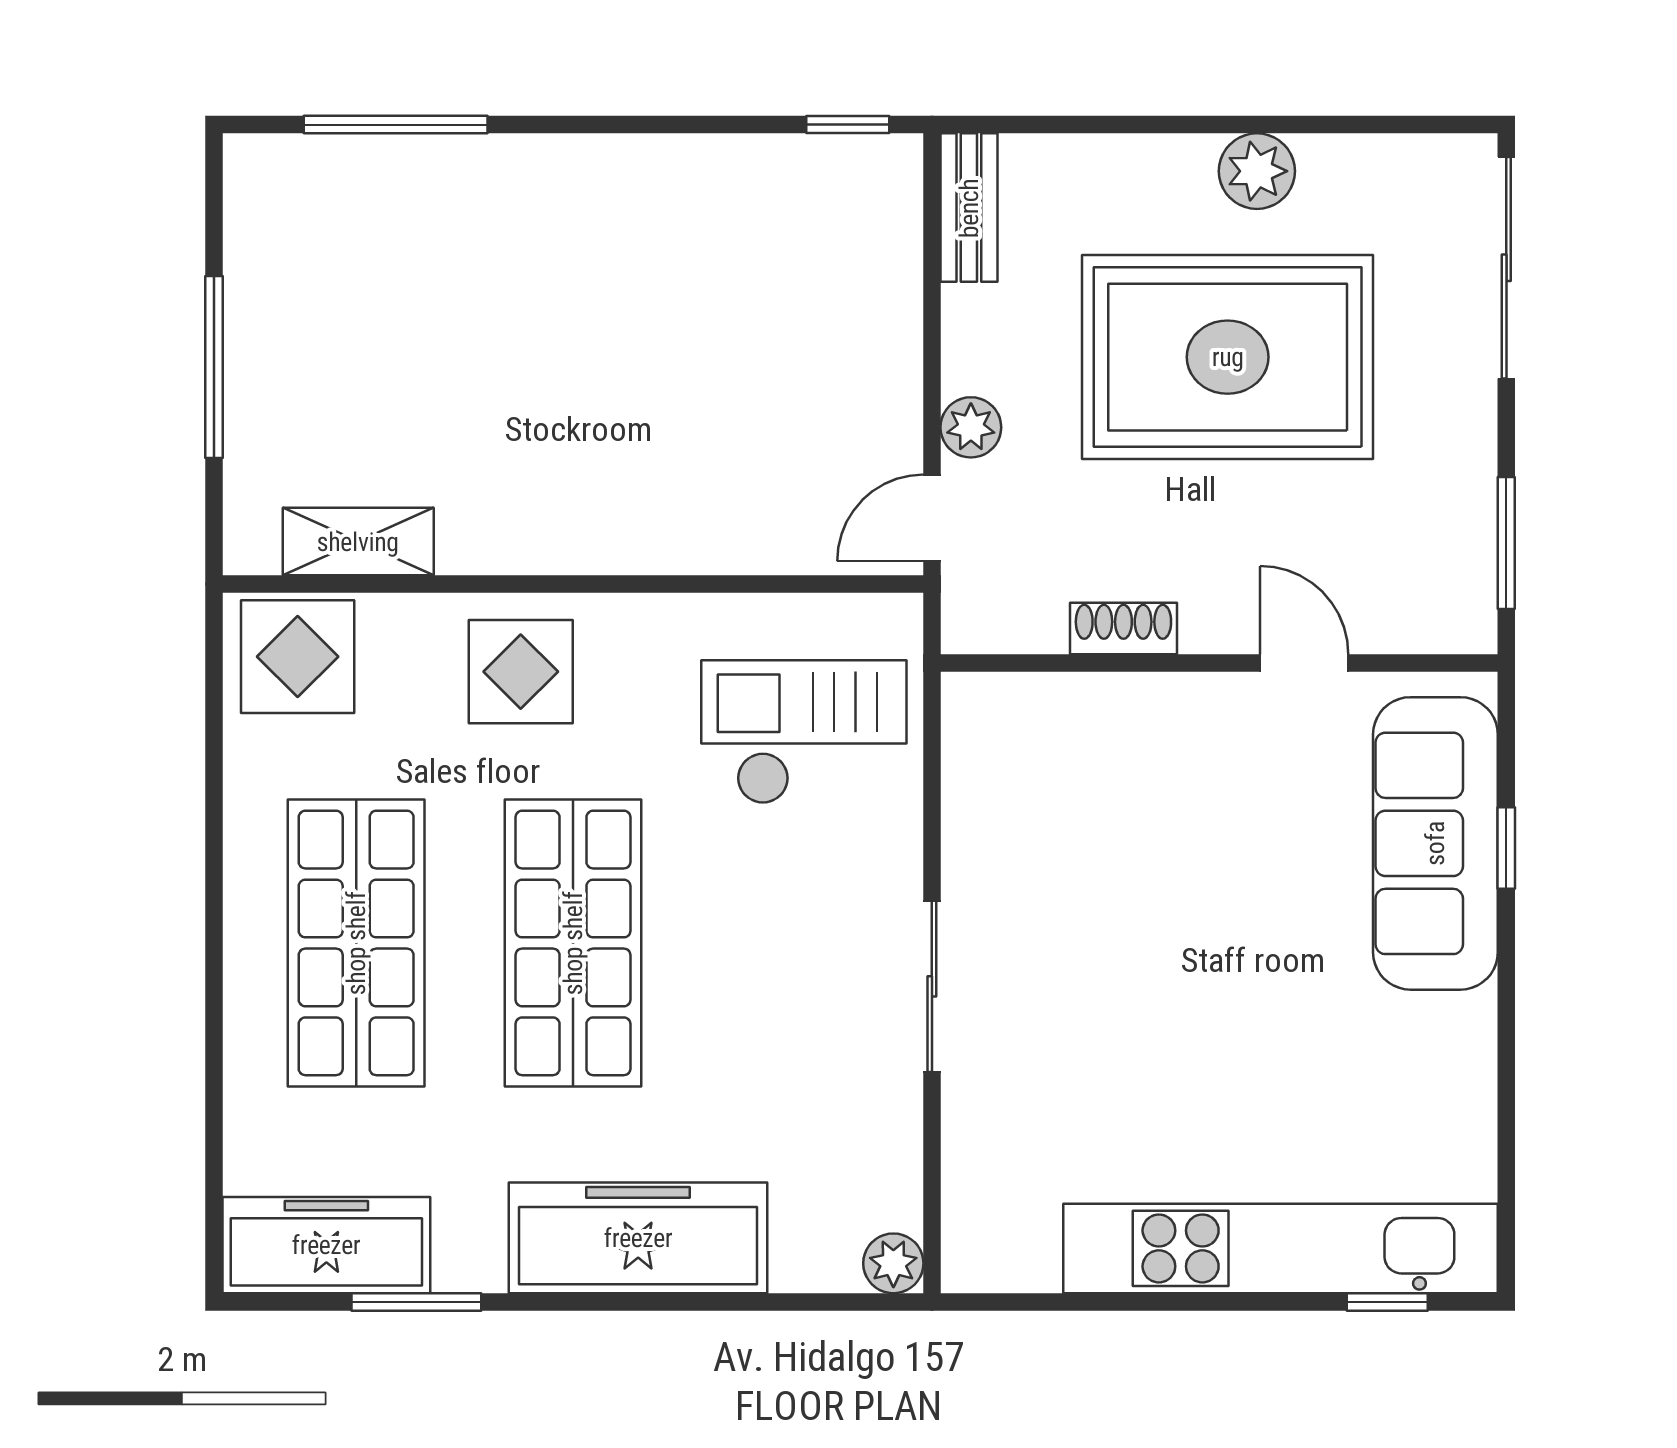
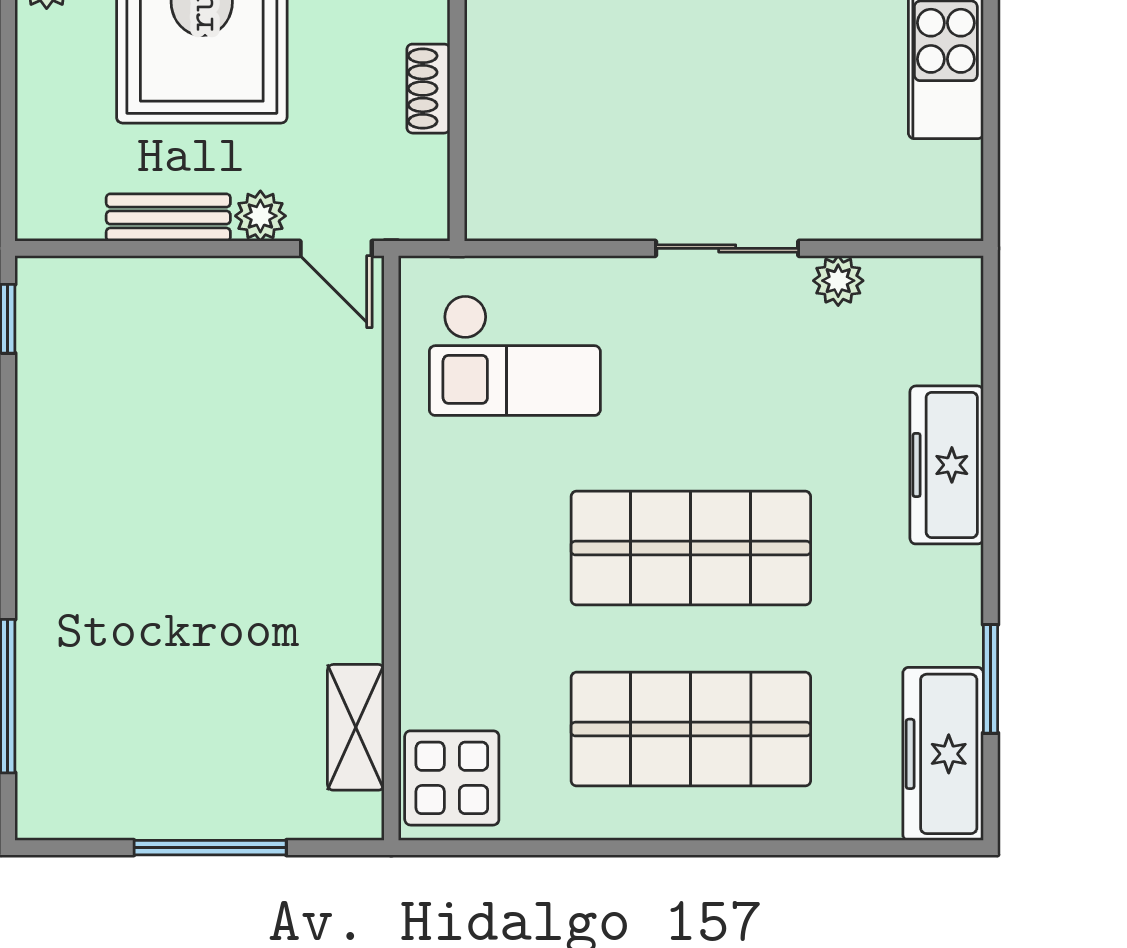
bench: (969, 208) -> (168, 218), moved
display table: (521, 672) -> (464, 592), removed
checkout: (804, 732) -> (515, 355), turned -90
freezer: (638, 1238) -> (947, 465), width x0.73, depth x0.79
plant: (893, 1263) -> (838, 281), moved

